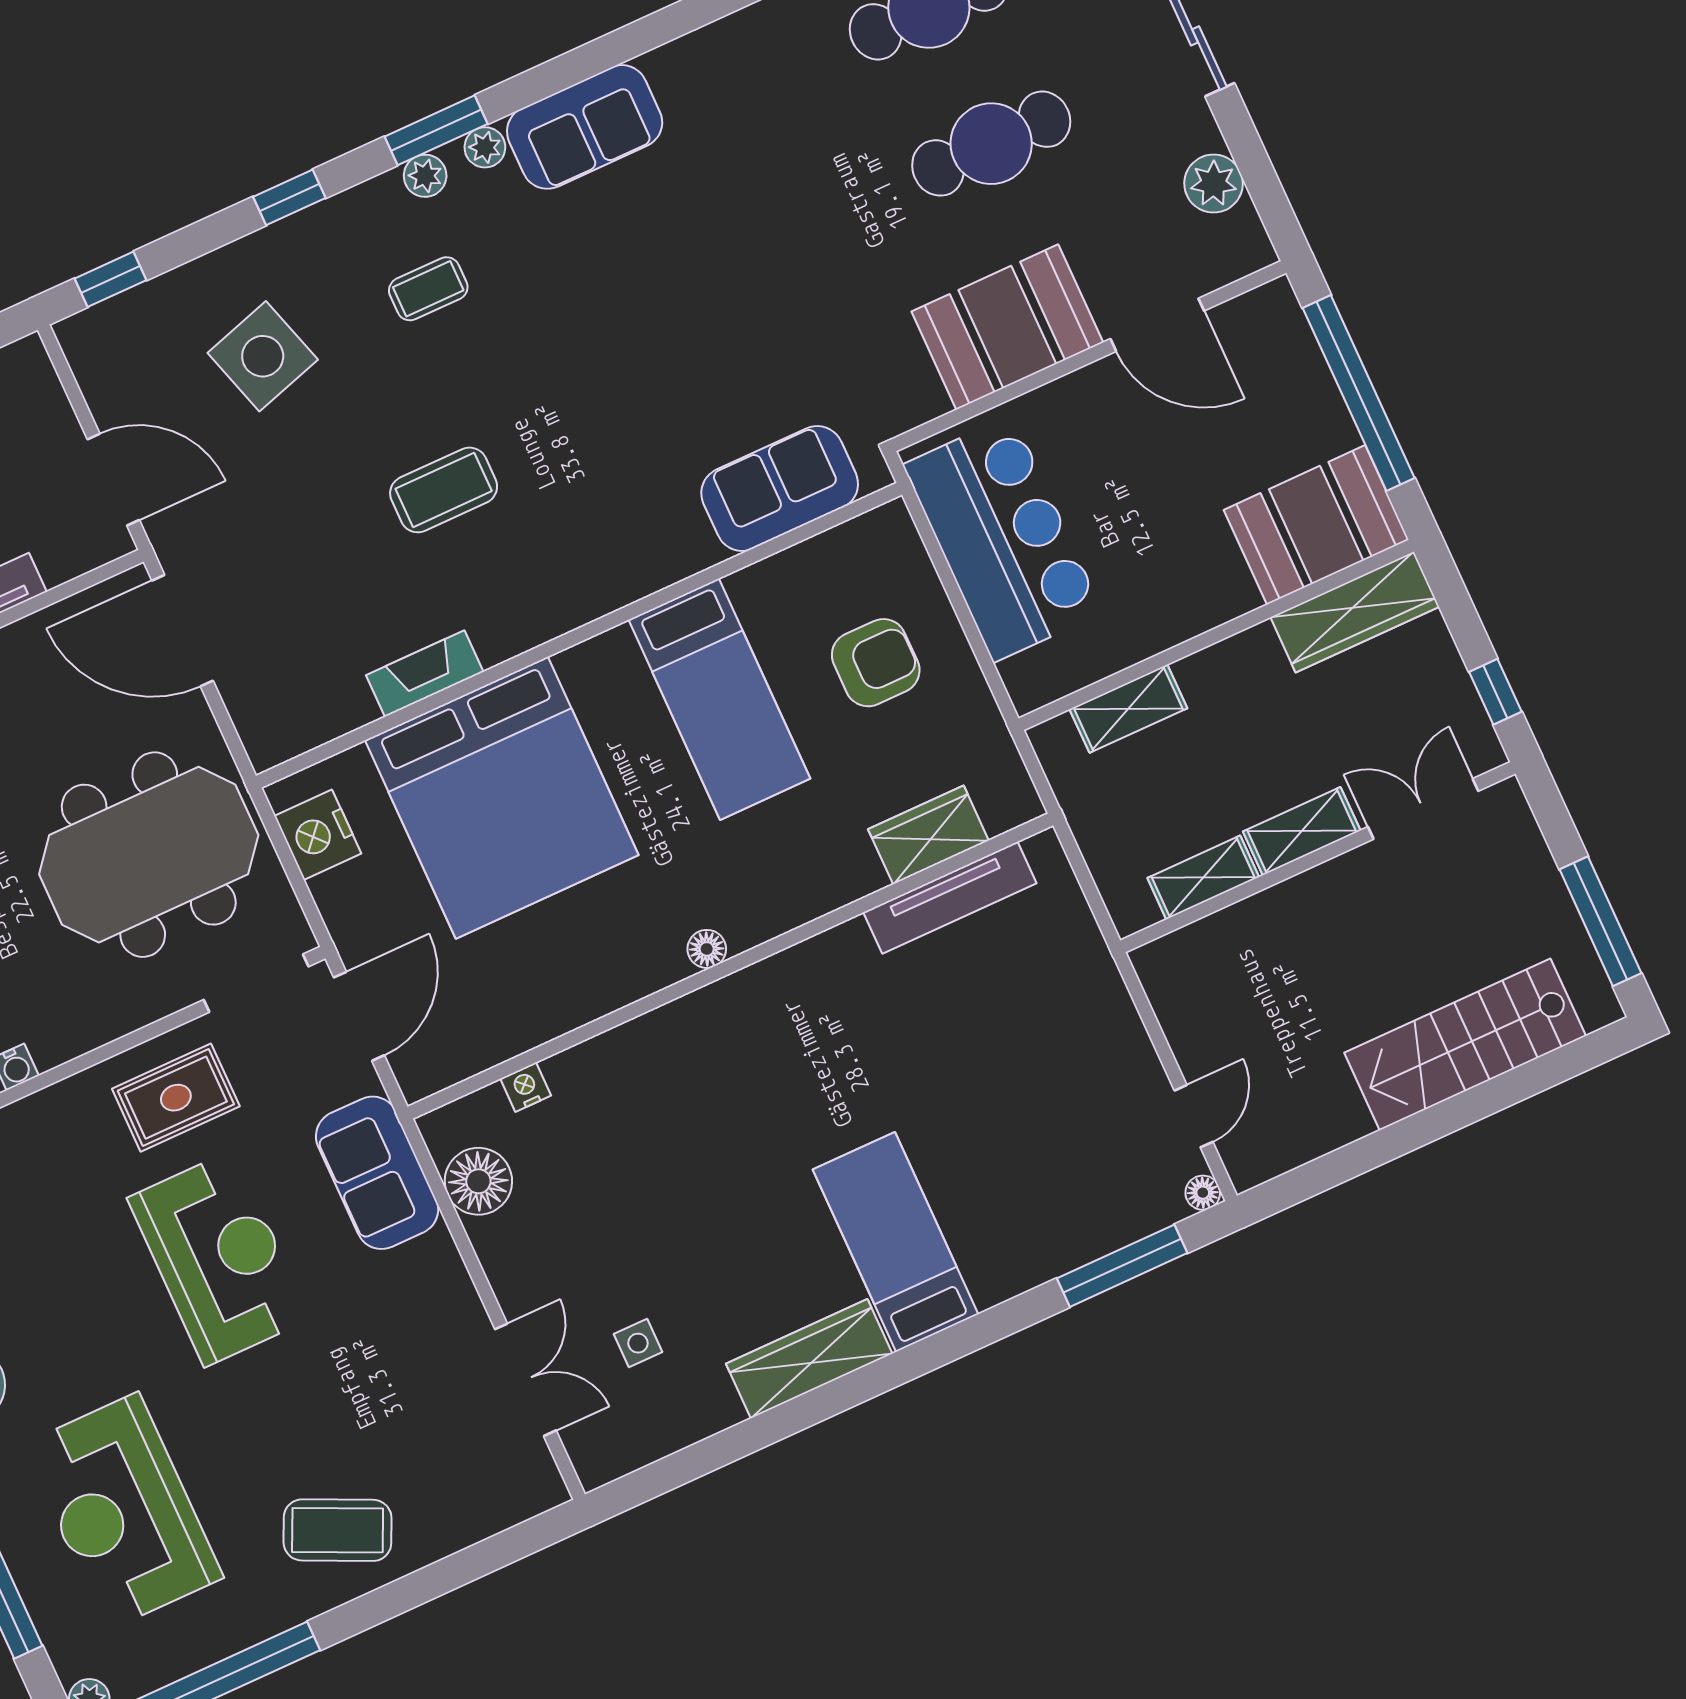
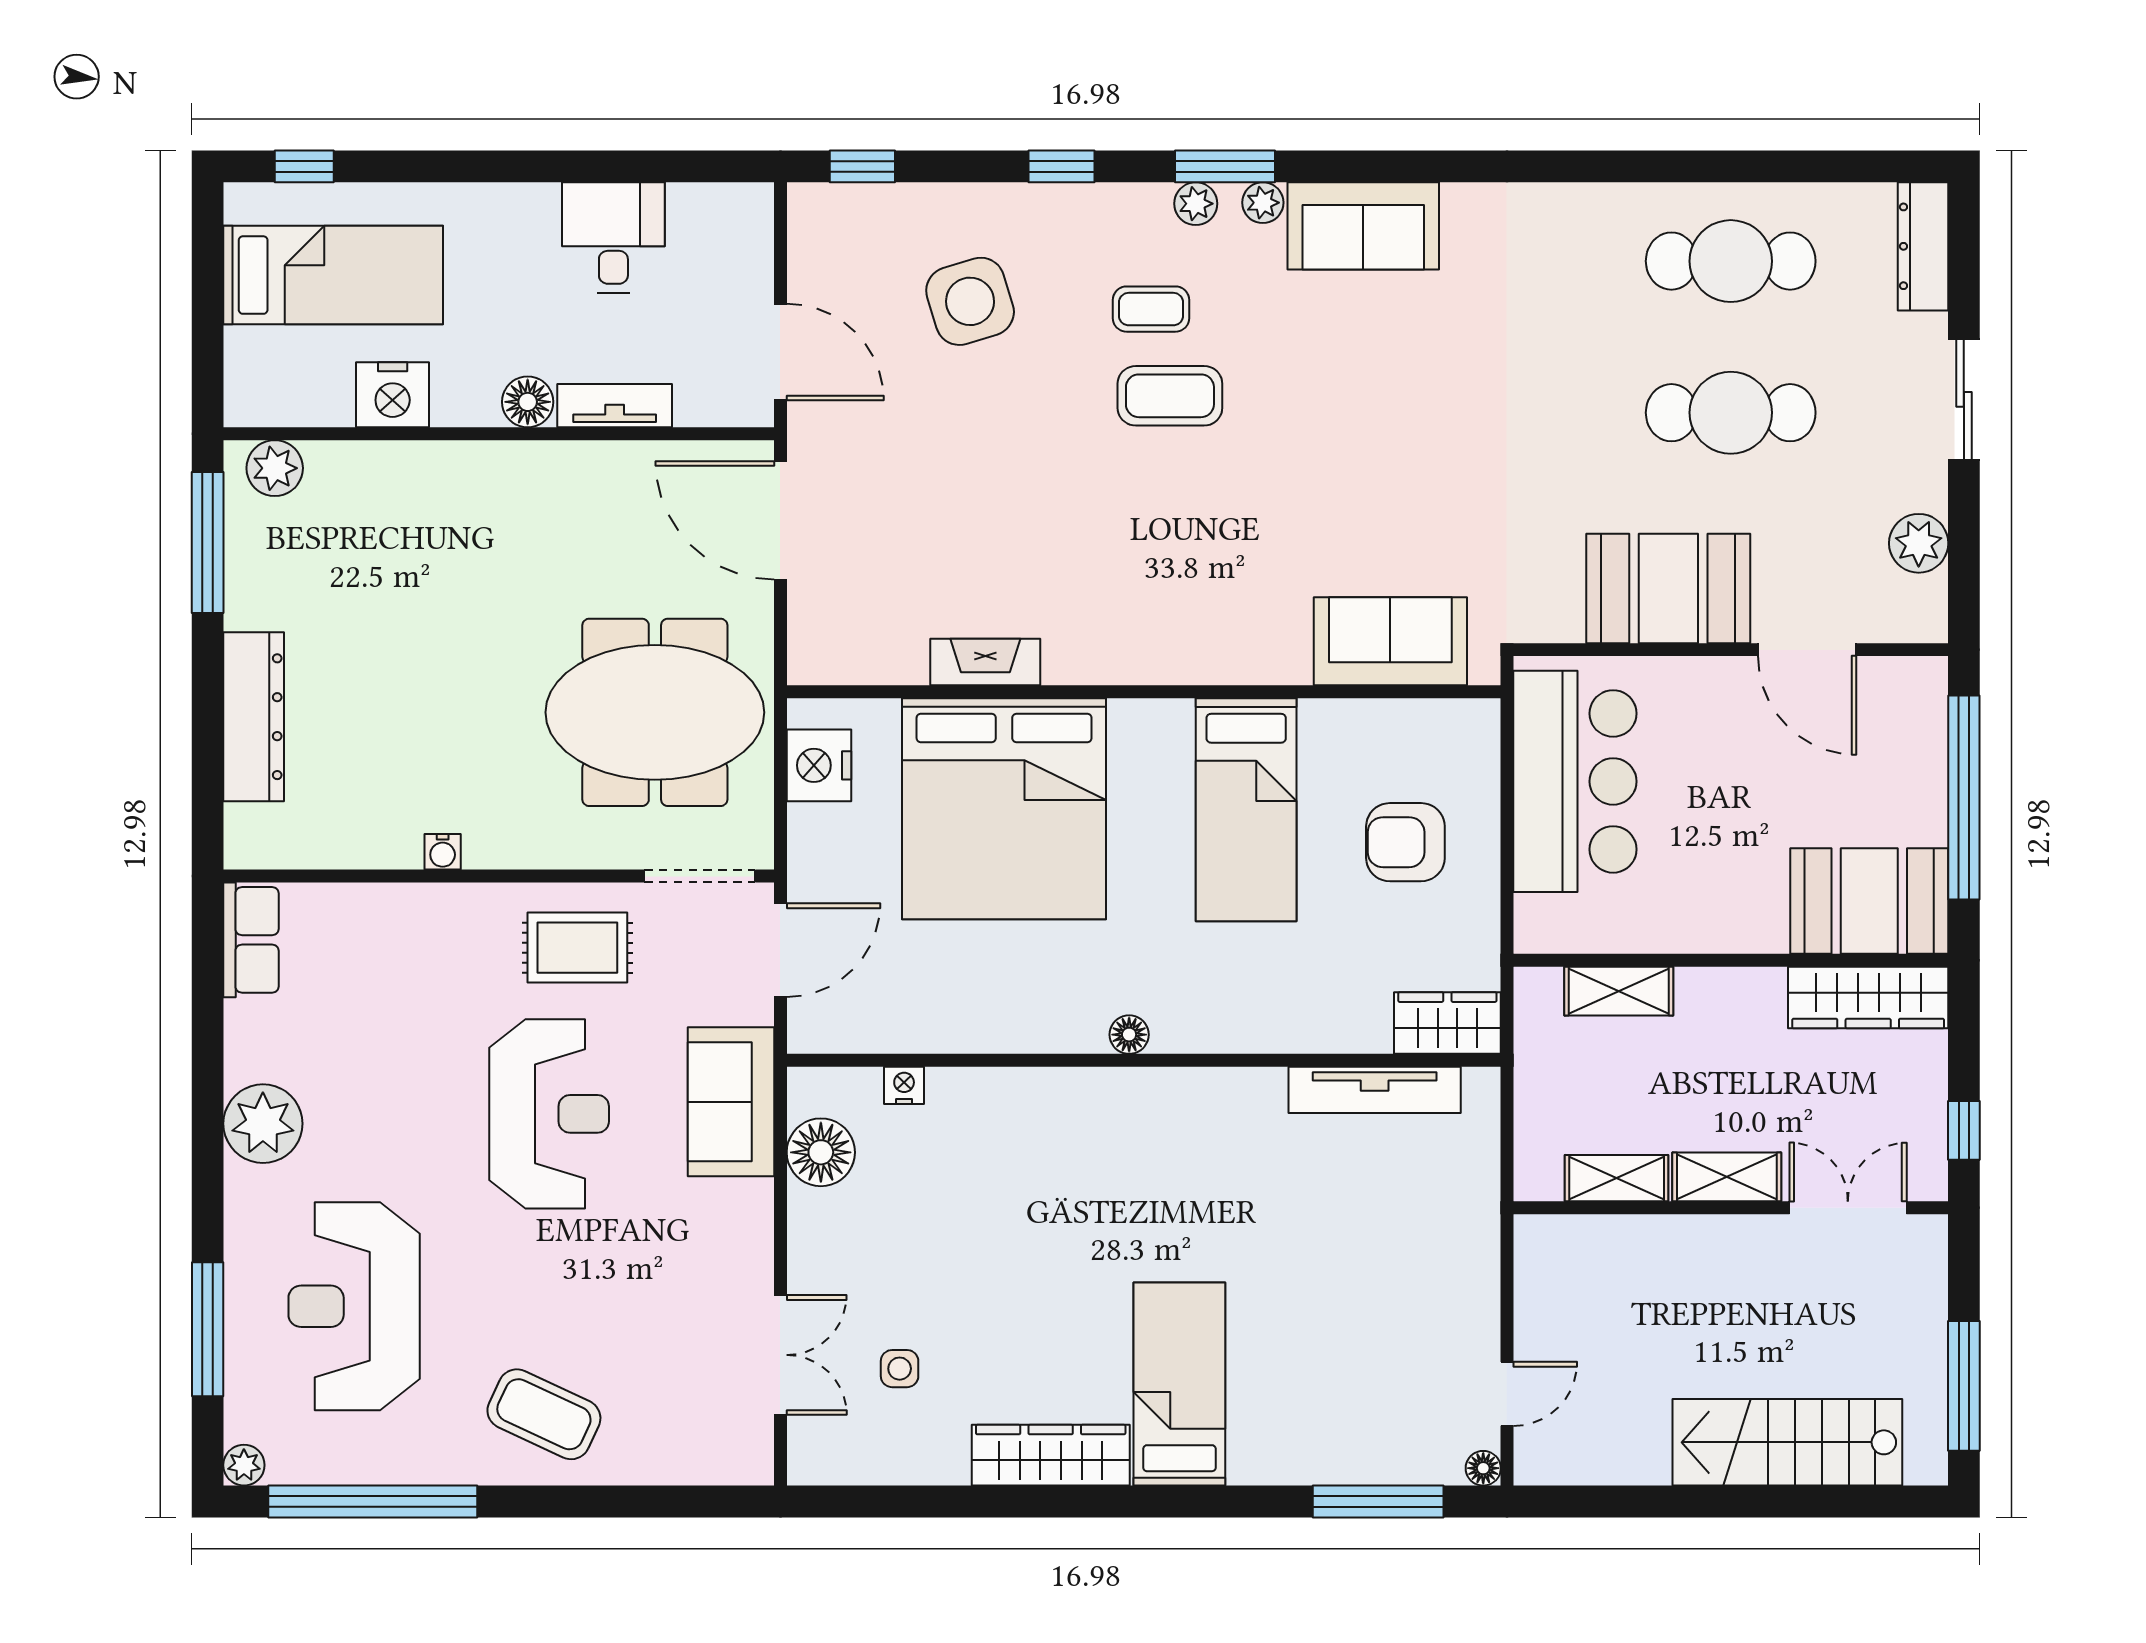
coffee table: (444, 490) -> (1170, 396), moved
armchair: (876, 663) -> (1405, 842), turned 180
wardrobe: (928, 835) -> (1447, 1023), moved

